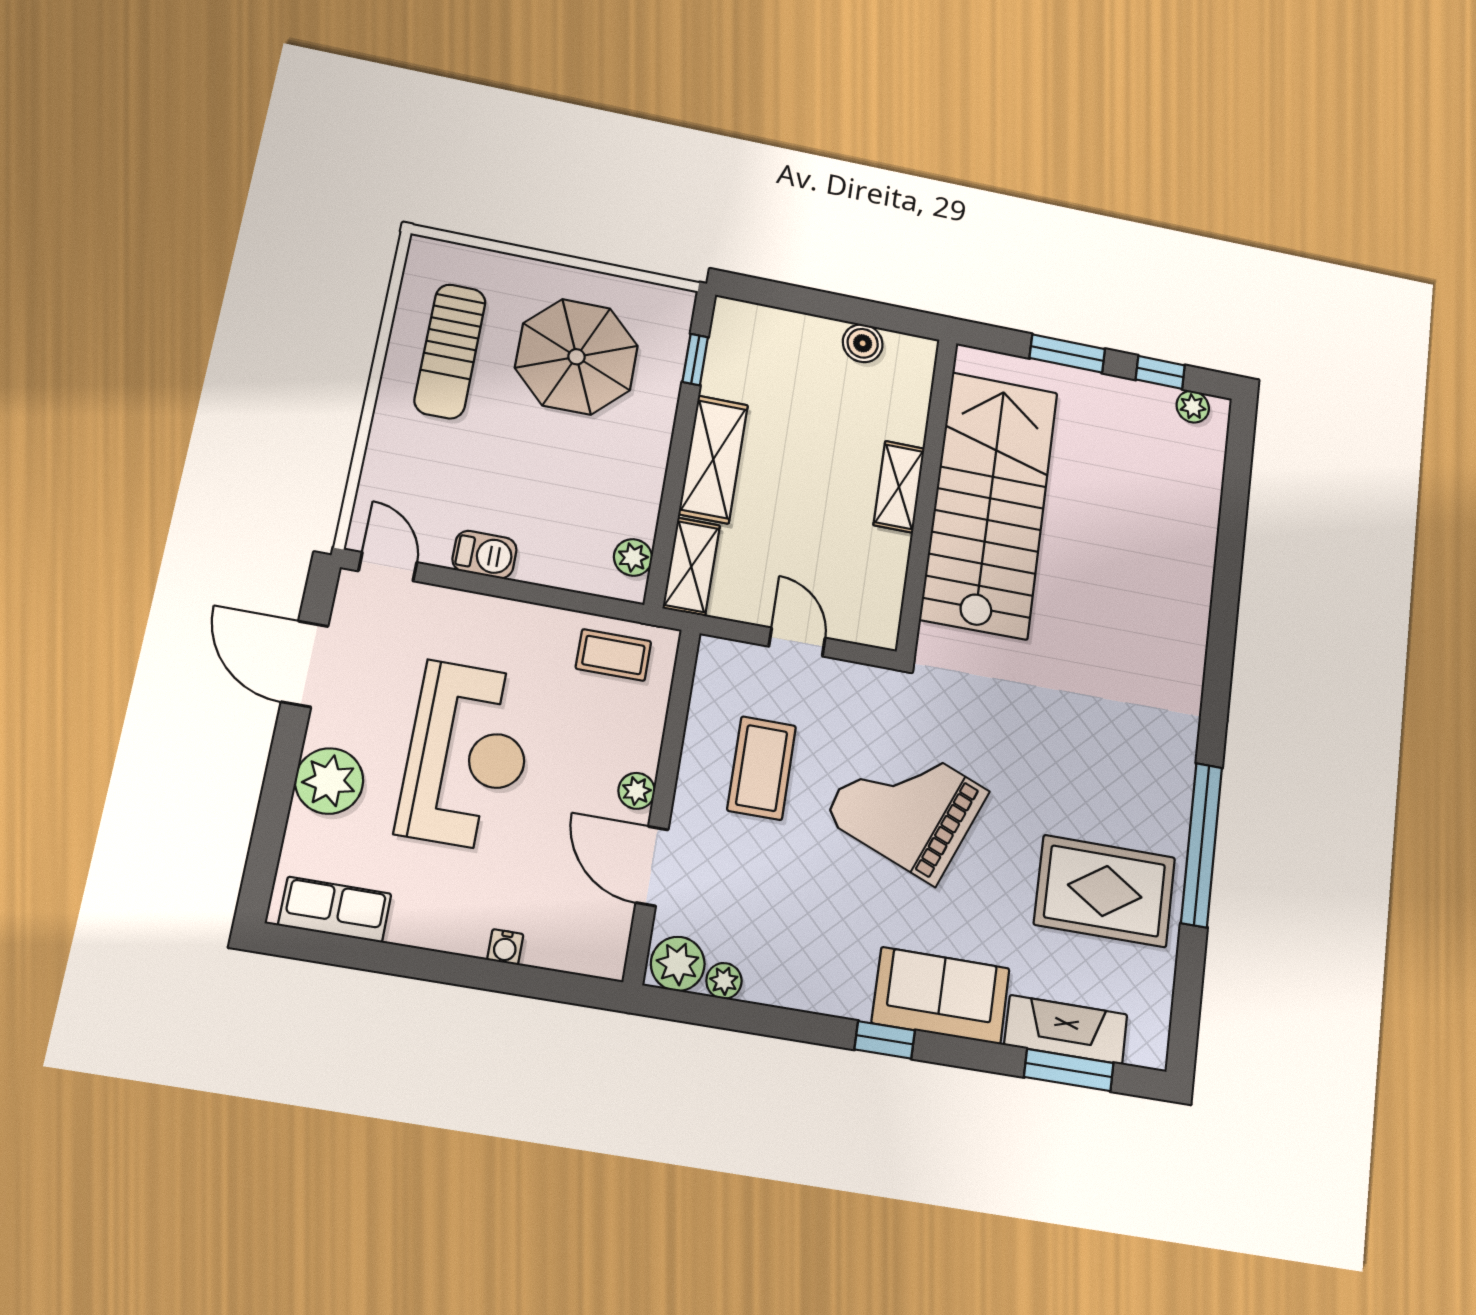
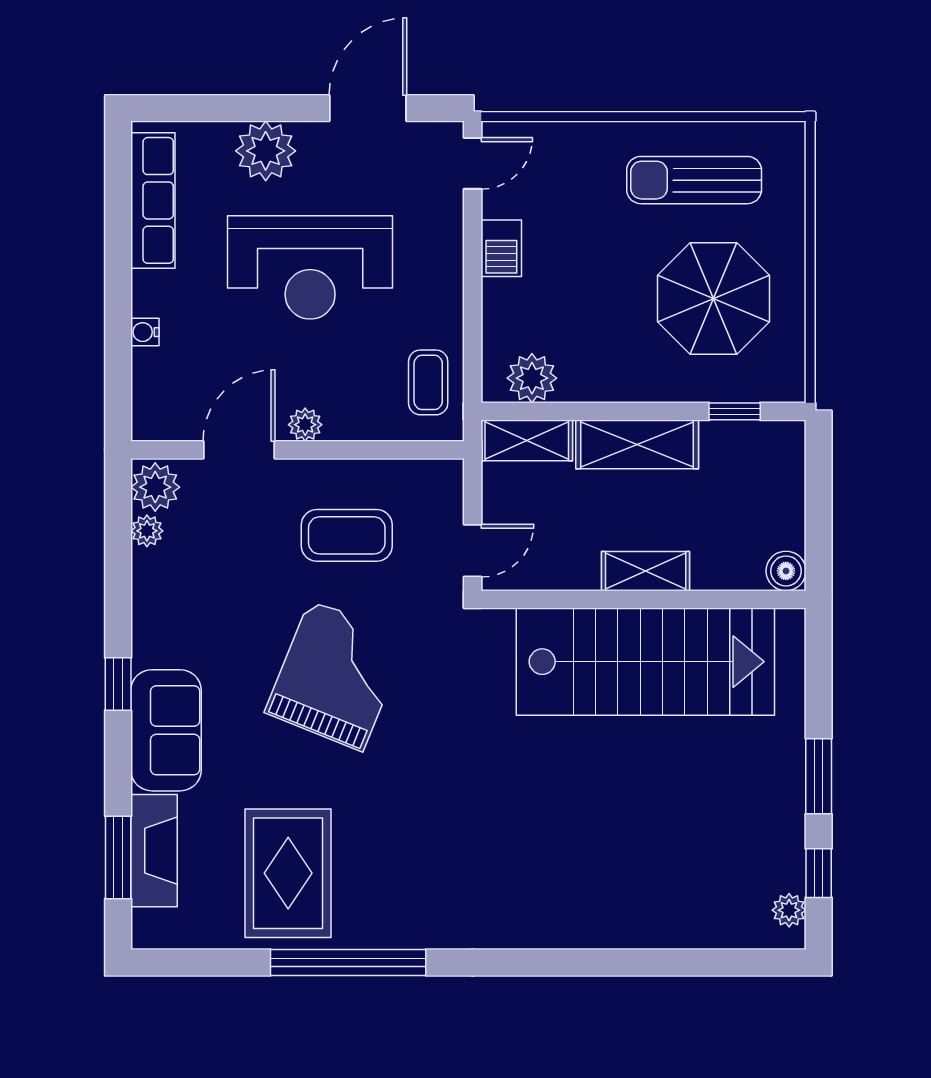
shelving: (899, 487) -> (646, 571), moved
wall: (927, 494) -> (644, 599), moved
stairs: (989, 504) -> (645, 662), moved
plant: (633, 557) -> (532, 378), width x1.38, depth x1.38
row of seats: (335, 909) -> (153, 200), width x1.48

